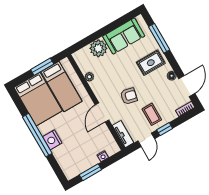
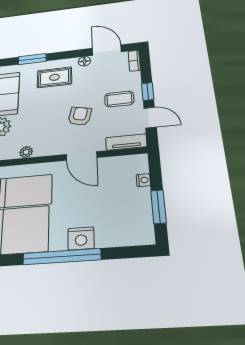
window: (159, 38) -> (32, 59), width x0.69
rug: (151, 63) -> (54, 77), turned 90

